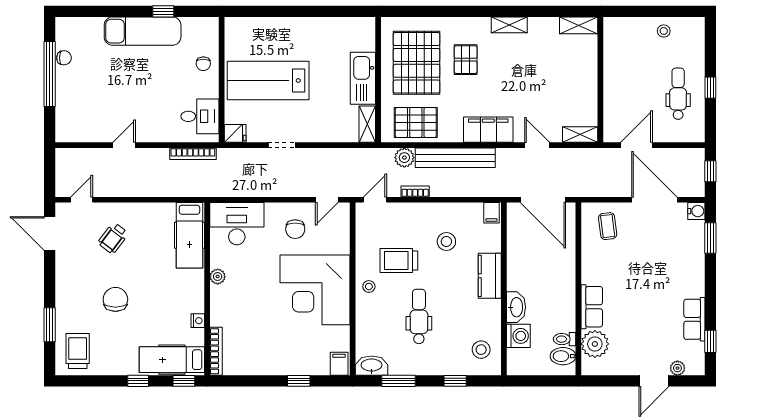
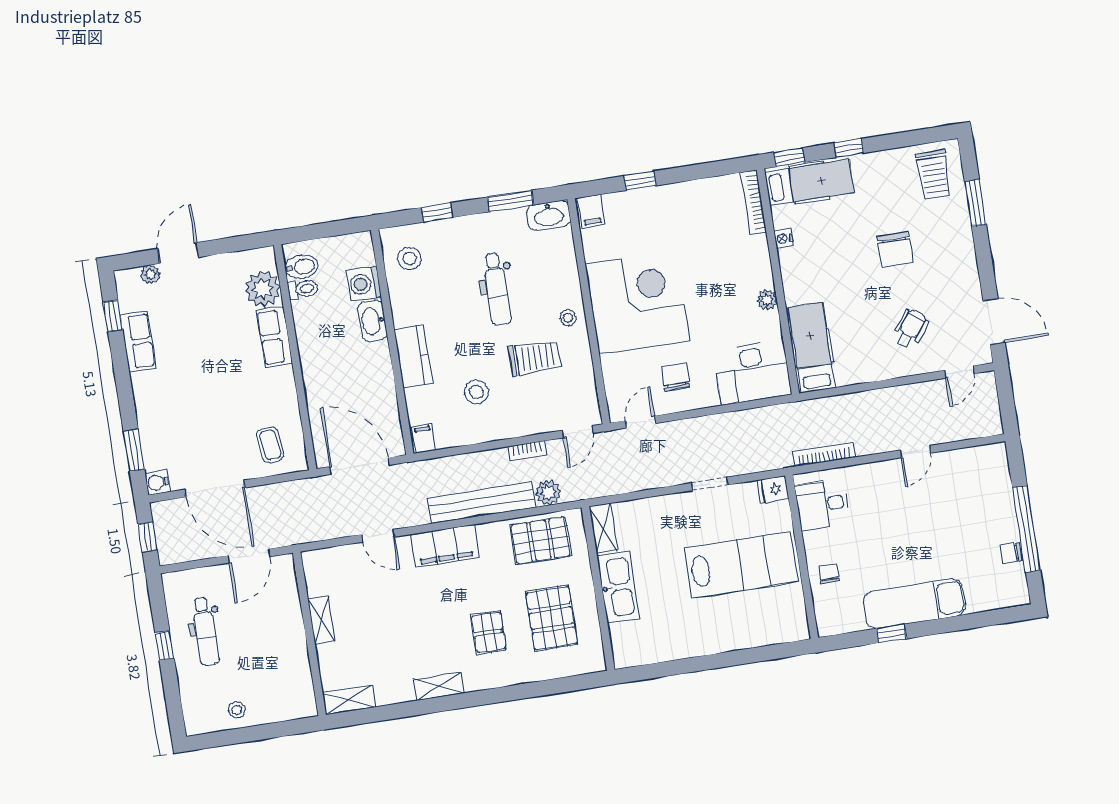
pallet: (417, 63) -> (552, 618), width x0.73, depth x0.71
shelving: (580, 135) -> (321, 620), moved, turned 90

